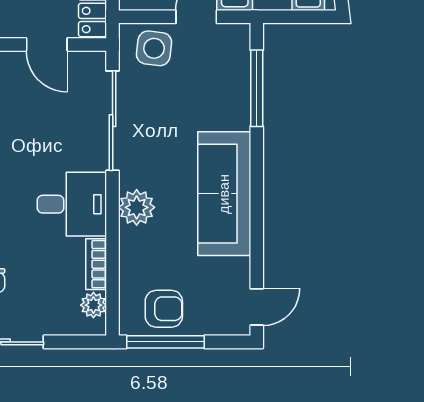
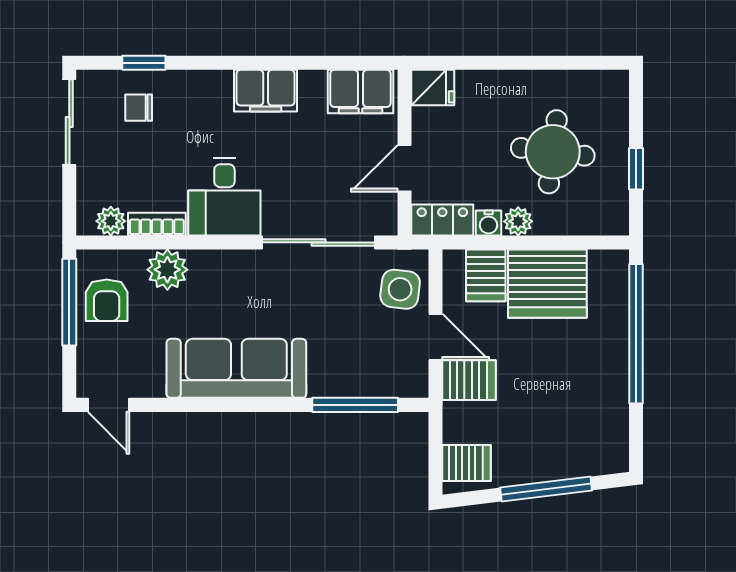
plant: (137, 207) -> (167, 270), moved

